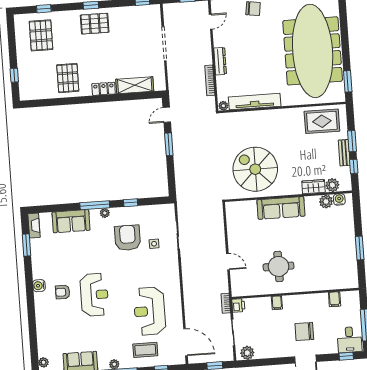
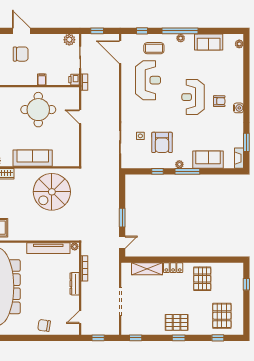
spiral stairs: (255, 169) -> (52, 192), turned 90
round table: (278, 266) -> (38, 110), width x1.36, depth x1.36

